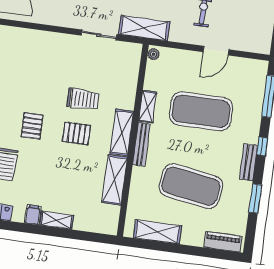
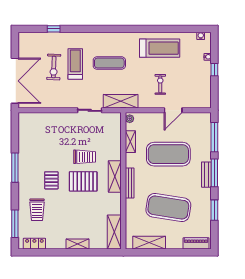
shelving: (148, 107) -> (130, 142), moved
pallet: (76, 133) -> (83, 181), width x1.50, depth x1.42
window: (262, 146) -> (214, 173), width x2.17
bench: (248, 162) -> (206, 175), moved
shelving: (115, 180) -> (114, 232), moved
filing cabinet: (33, 215) -> (60, 243), removed

